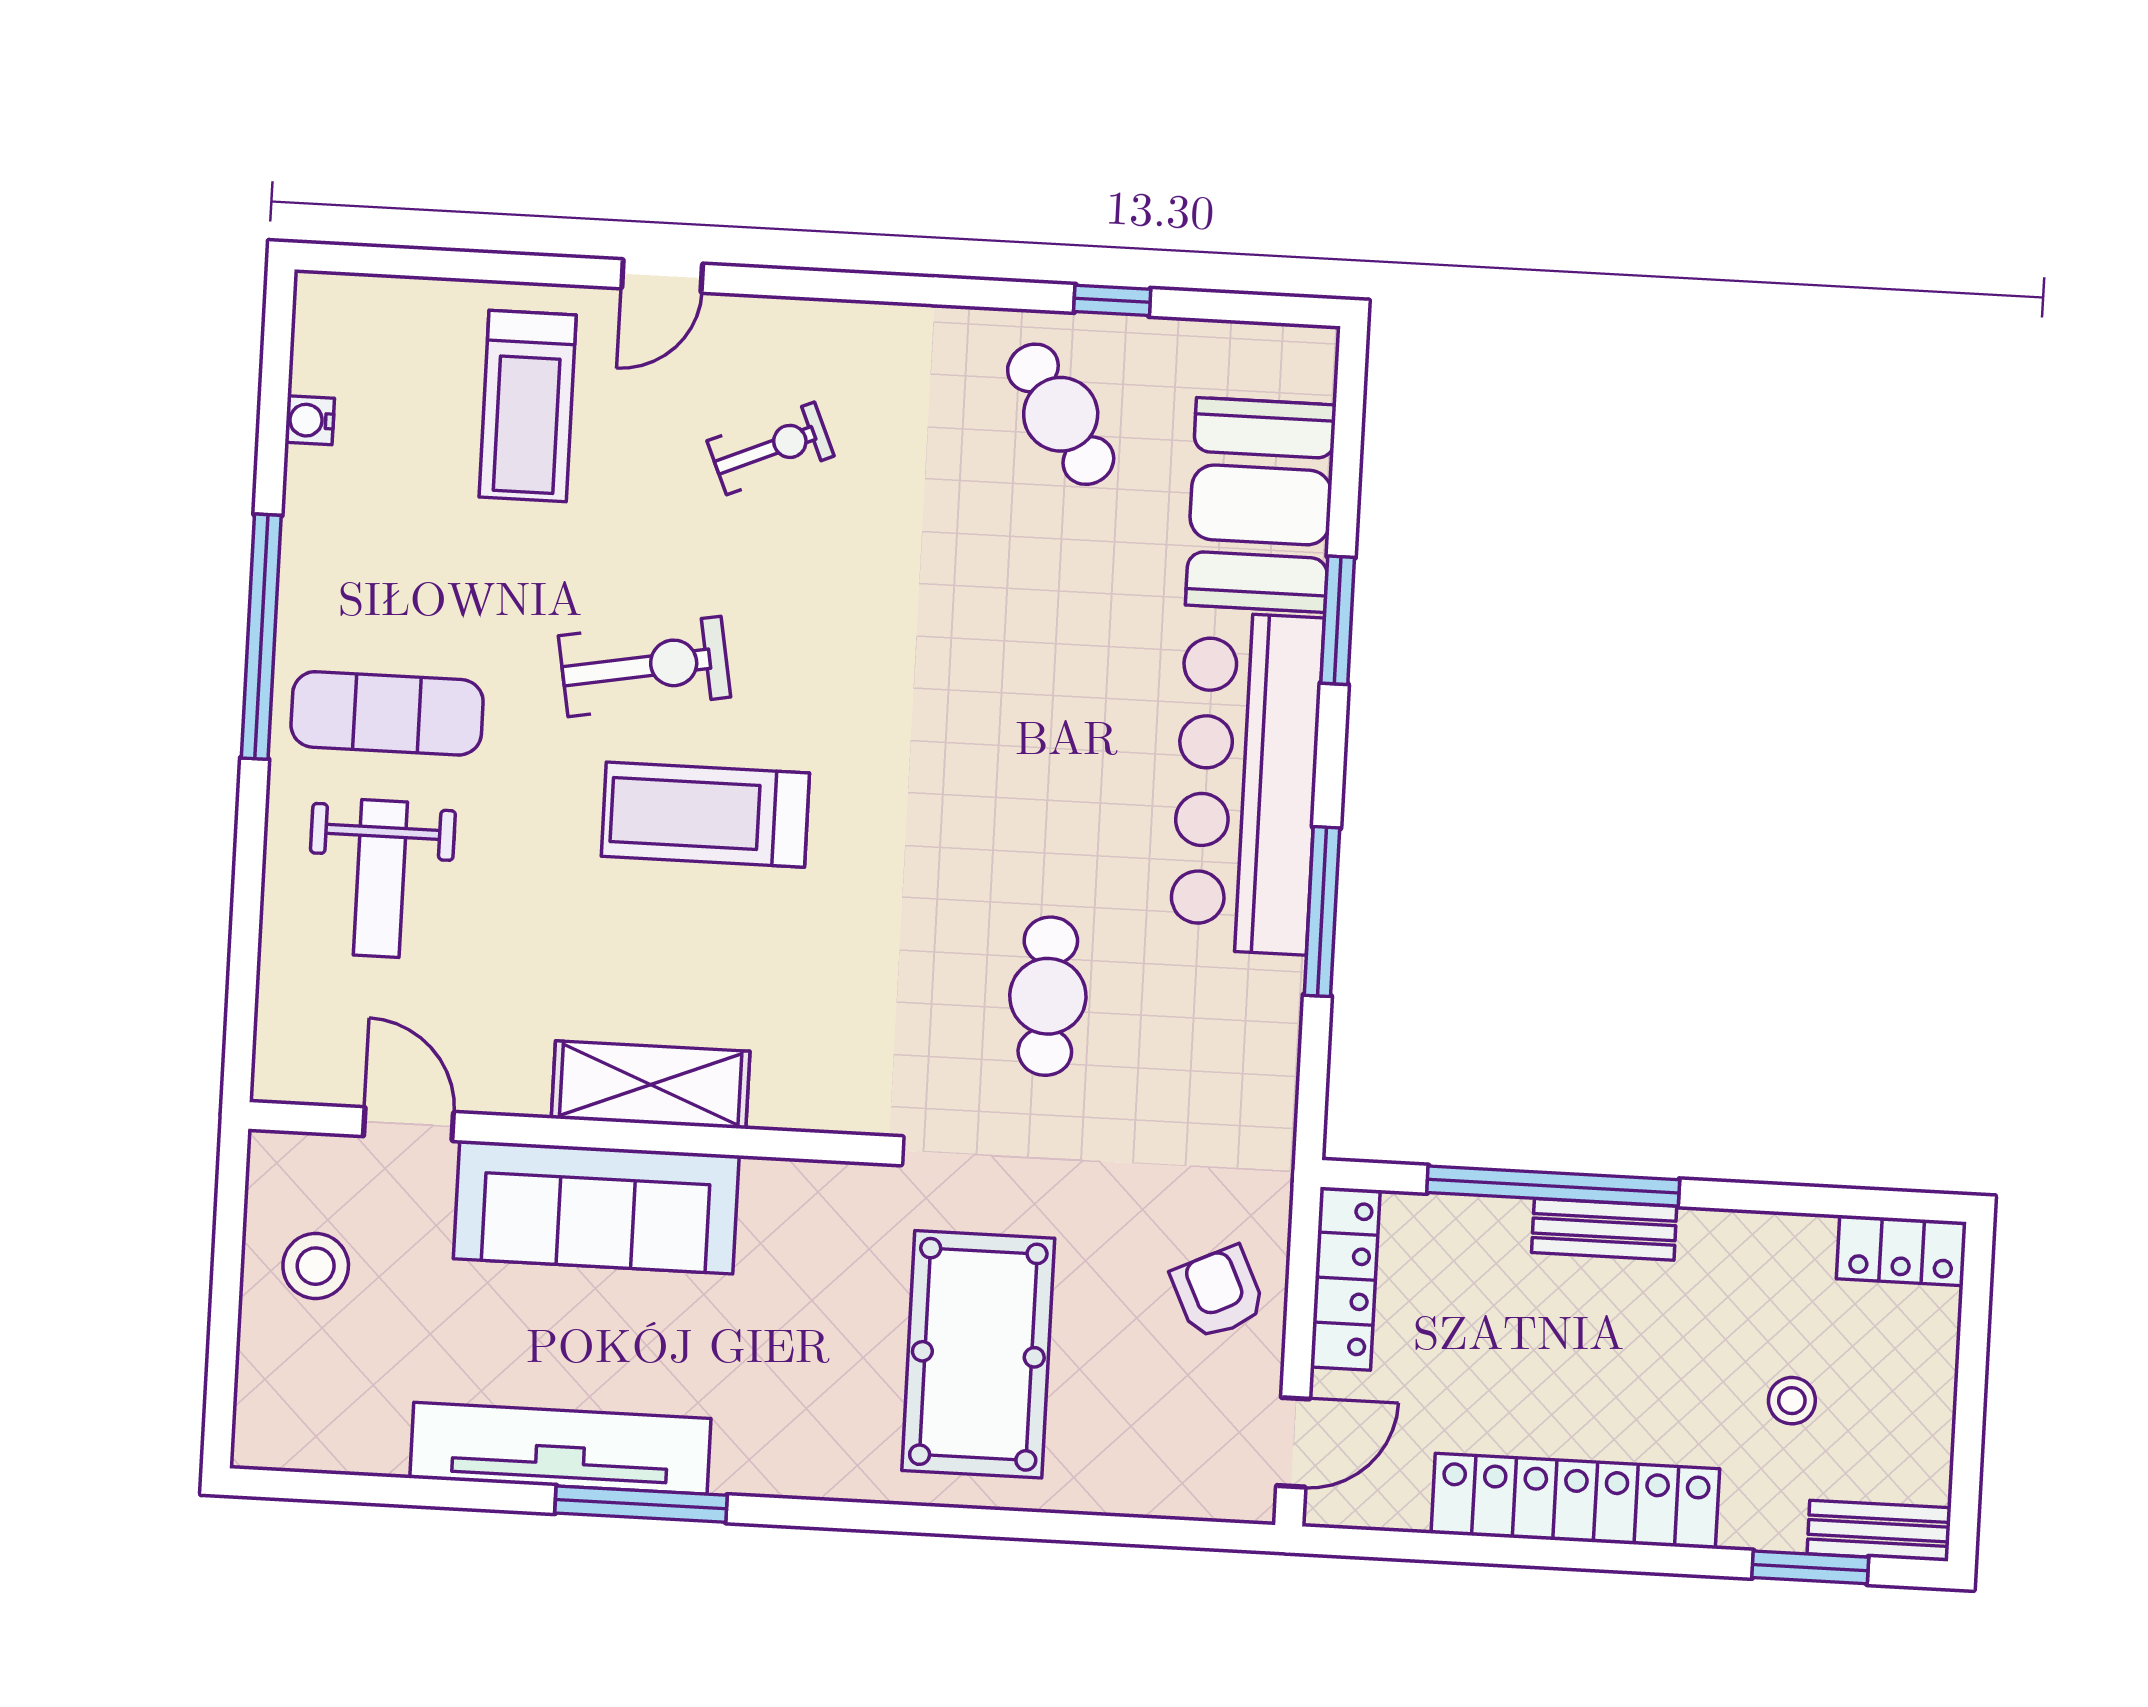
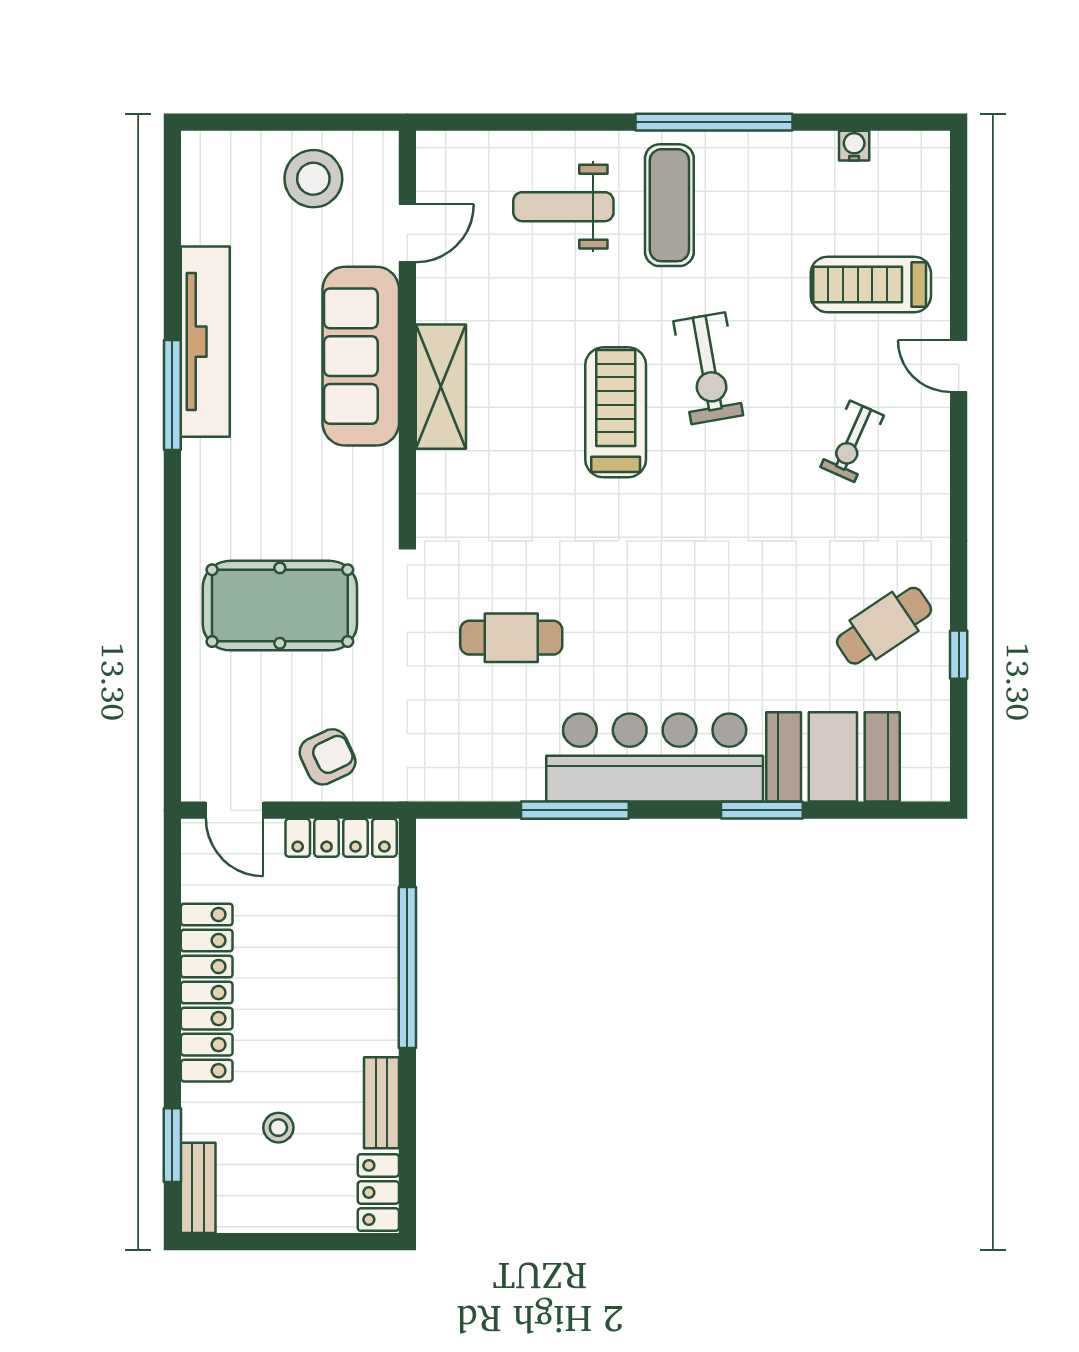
exercise bike: (771, 448) -> (852, 441), turned 47
bench: (1604, 1229) -> (381, 1103), moved
stool: (316, 1266) -> (313, 179), width x1.38, depth x1.38

